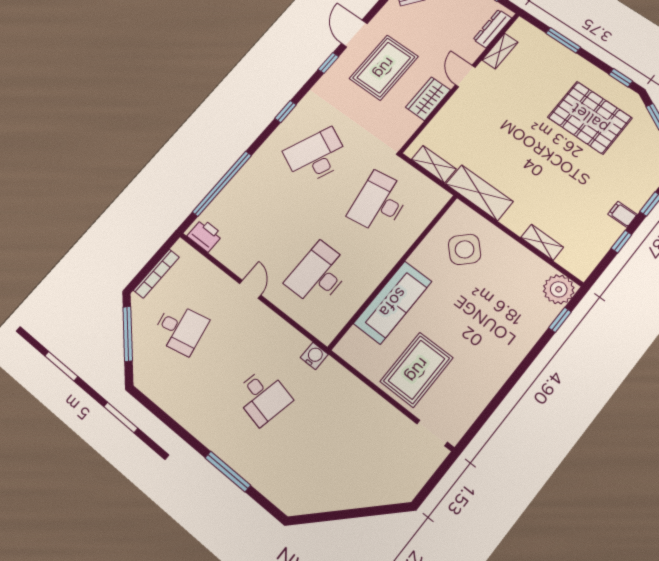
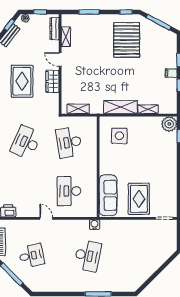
pallet: (590, 118) -> (127, 40), turned 90
shelving: (479, 193) -> (120, 107), moved
side table: (465, 249) -> (119, 136), turned 45
sofa: (393, 302) -> (108, 195), moved
desk: (263, 396) -> (88, 256), width x1.37

